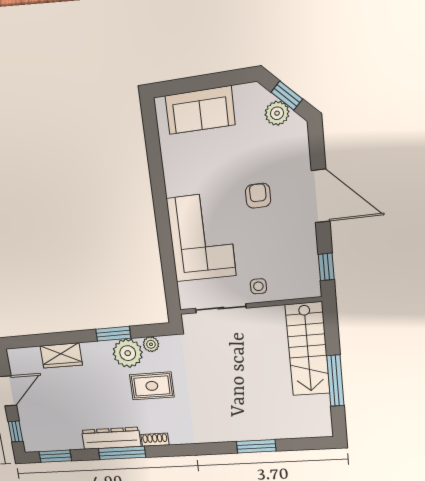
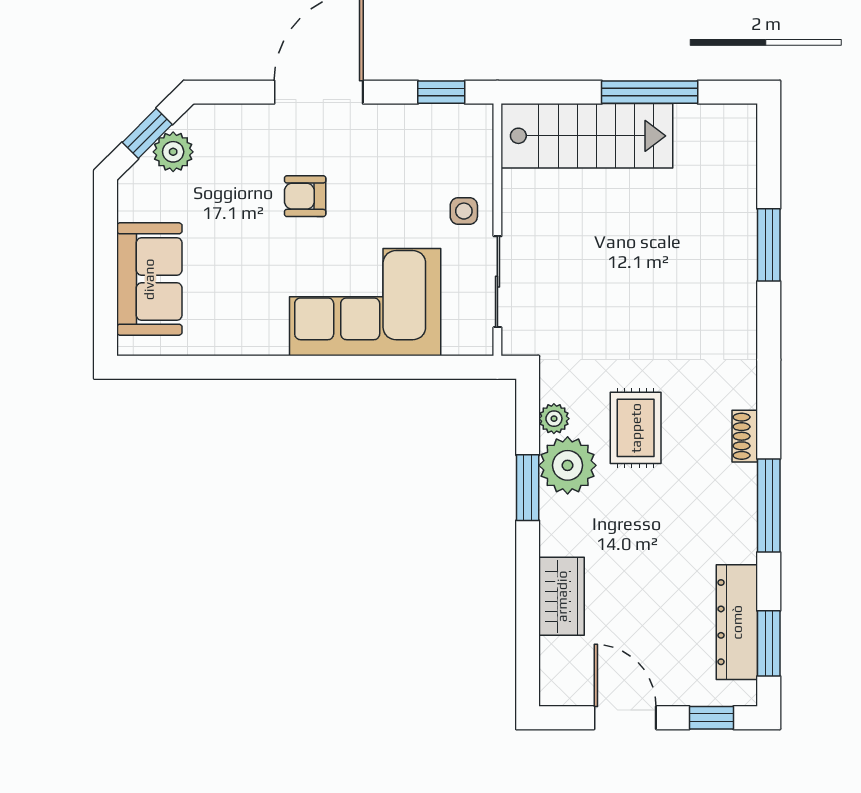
dresser: (111, 438) -> (737, 622), moved

